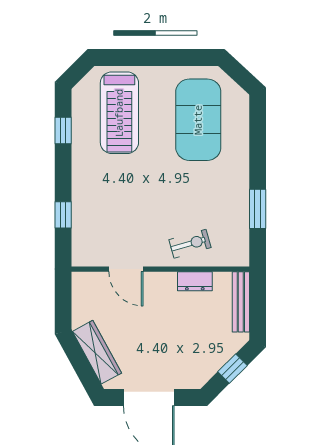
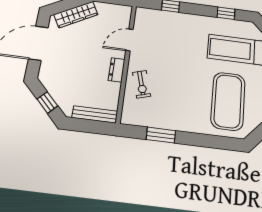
exercise mat: (198, 120) -> (228, 101), turned 90
dresser: (195, 281) -> (117, 70), moved

